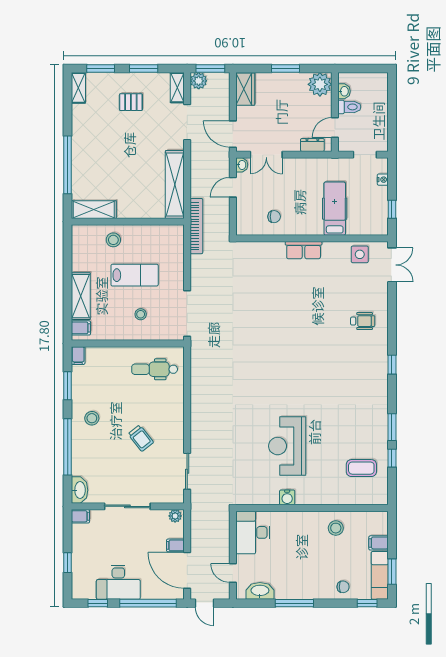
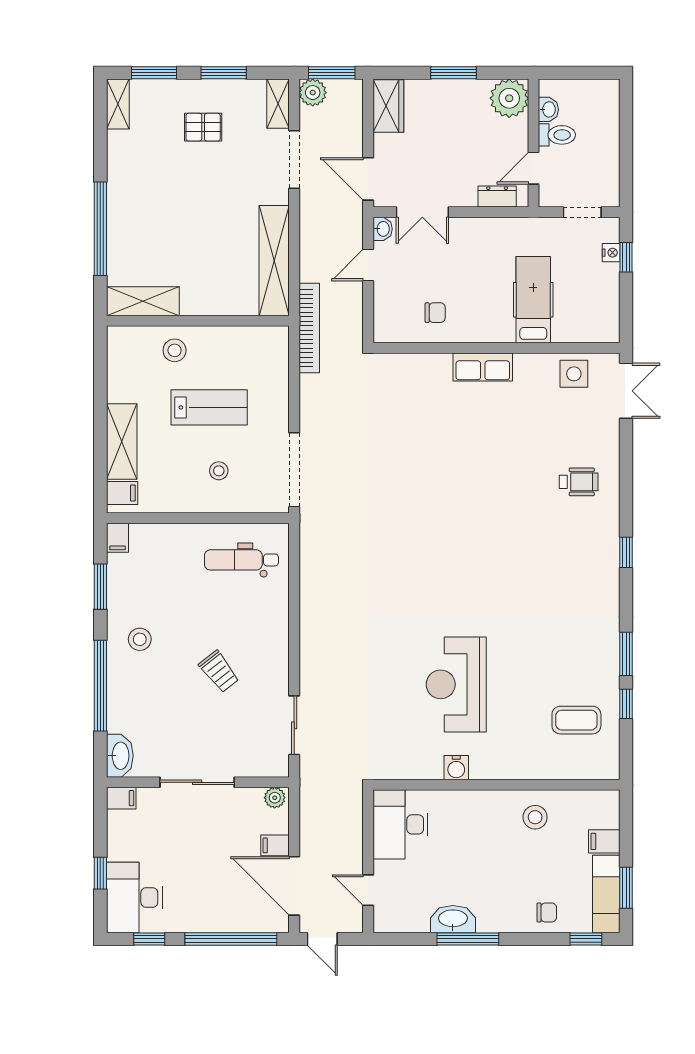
window: (392, 209) -> (626, 257), moved
desk: (118, 582) -> (134, 897), moved, turned 90
washbasin: (260, 591) -> (453, 919), moved

